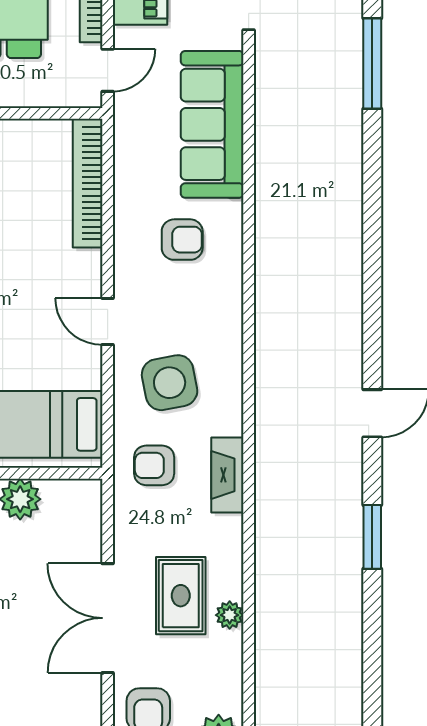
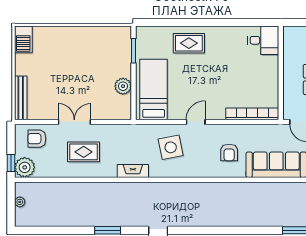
armchair: (154, 465) -> (137, 141), removed
plant: (230, 615) -> (76, 172), removed
double door: (108, 618) -> (74, 122), width x0.73

